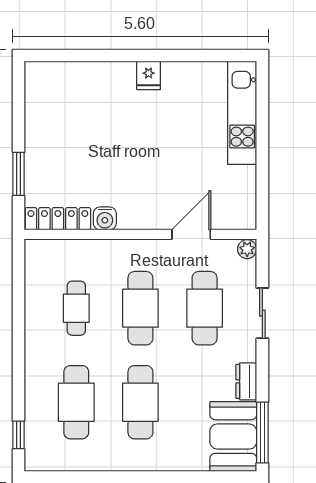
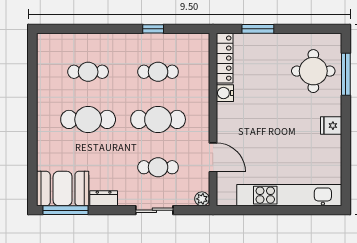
window: (80, 55) -> (346, 74), added
round table: (75, 99) -> (313, 71), added
kitchen unit: (242, 113) -> (289, 195), width x1.36
cafe table: (205, 308) -> (158, 167), width x0.73, depth x0.74
cafe table: (76, 402) -> (88, 72), width x0.73, depth x0.74
window: (18, 435) -> (153, 29), moved

